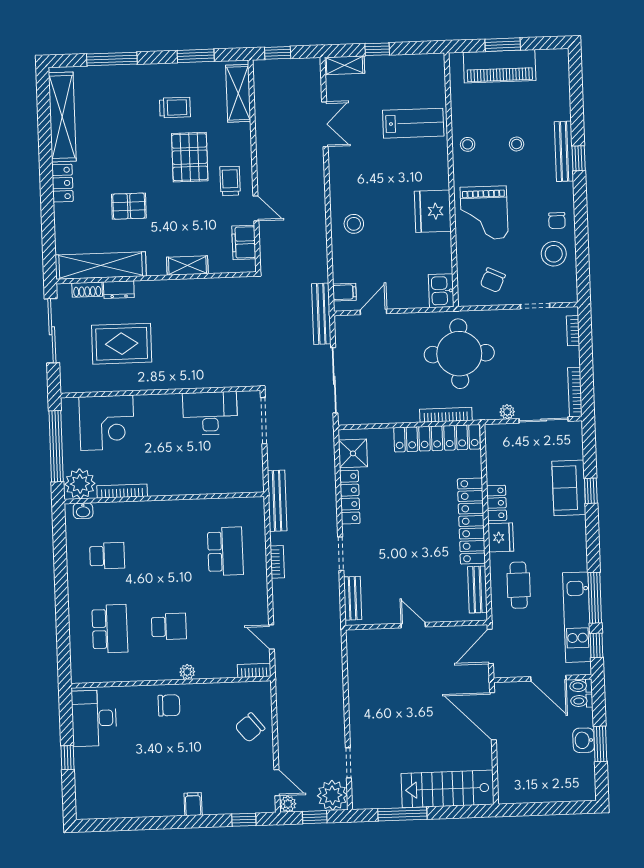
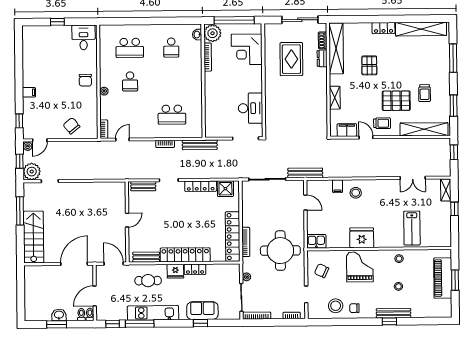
shelving: (238, 93) -> (424, 129), width x1.47
door: (256, 208) -> (366, 137), swing flipped
grand piano: (484, 213) -> (360, 267), turned 90
filing cabinet: (344, 292) -> (337, 186), moved
kitchen unit: (577, 617) -> (153, 313), moved
desk: (94, 718) -> (84, 37), width x0.73

